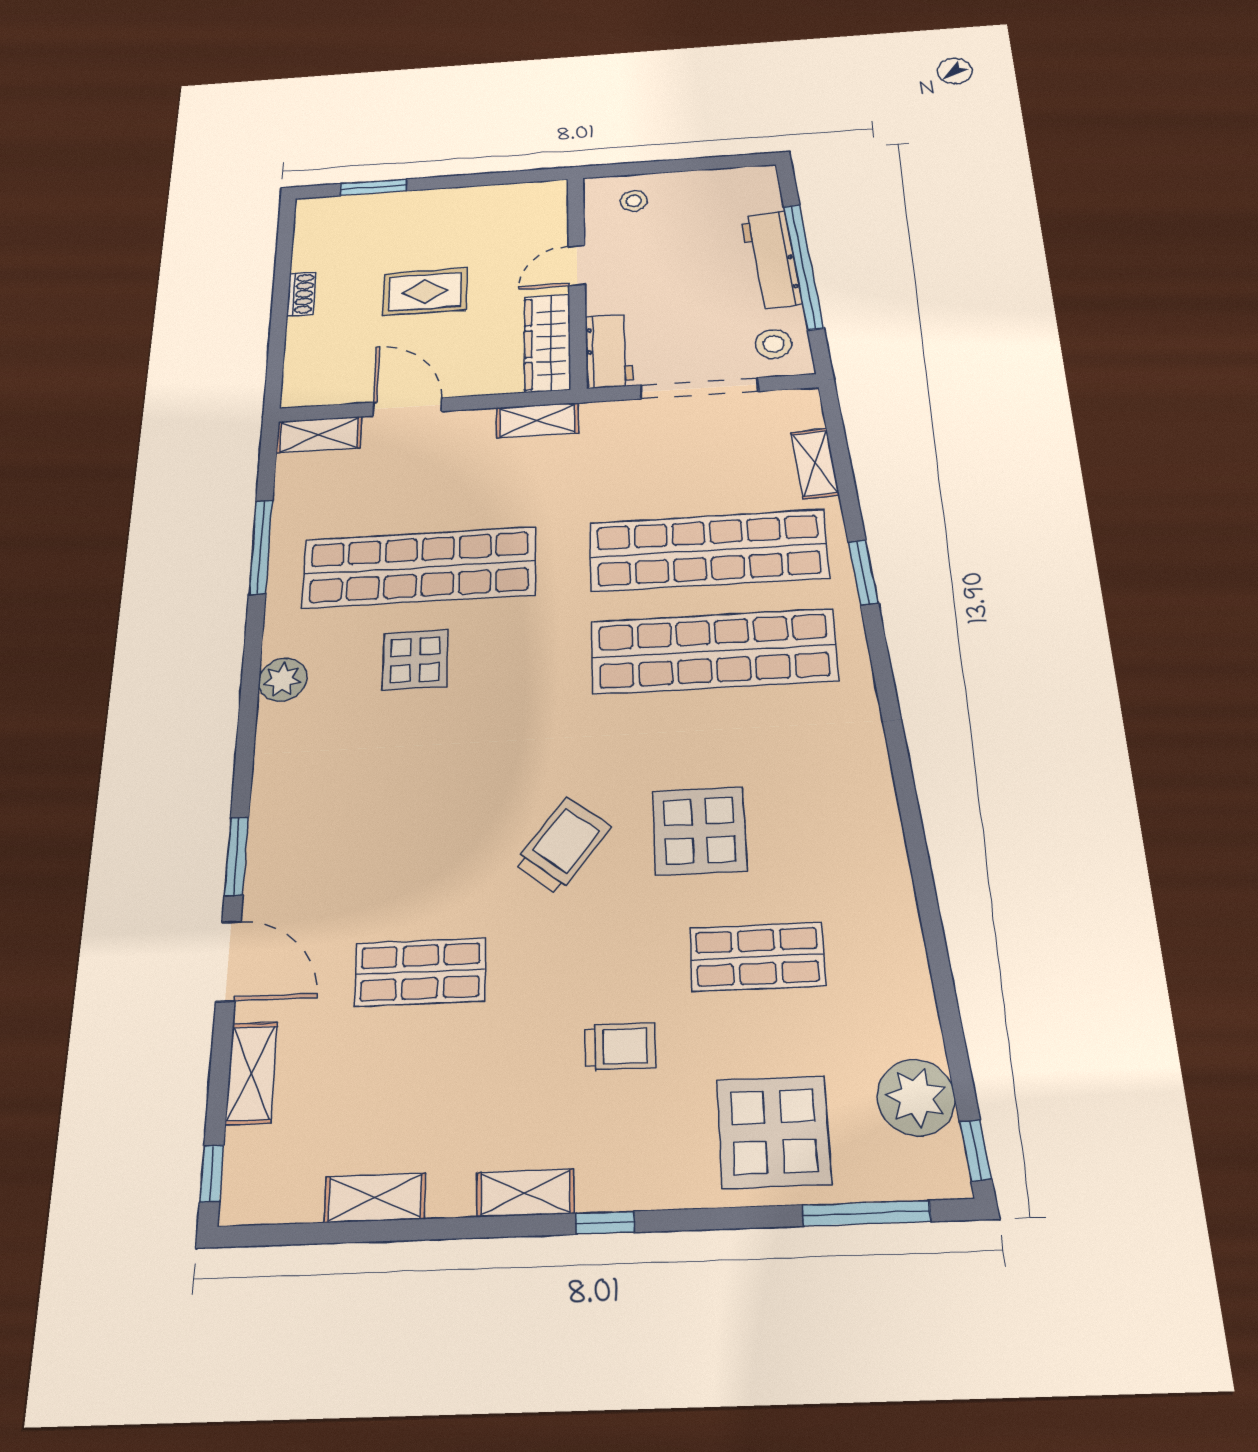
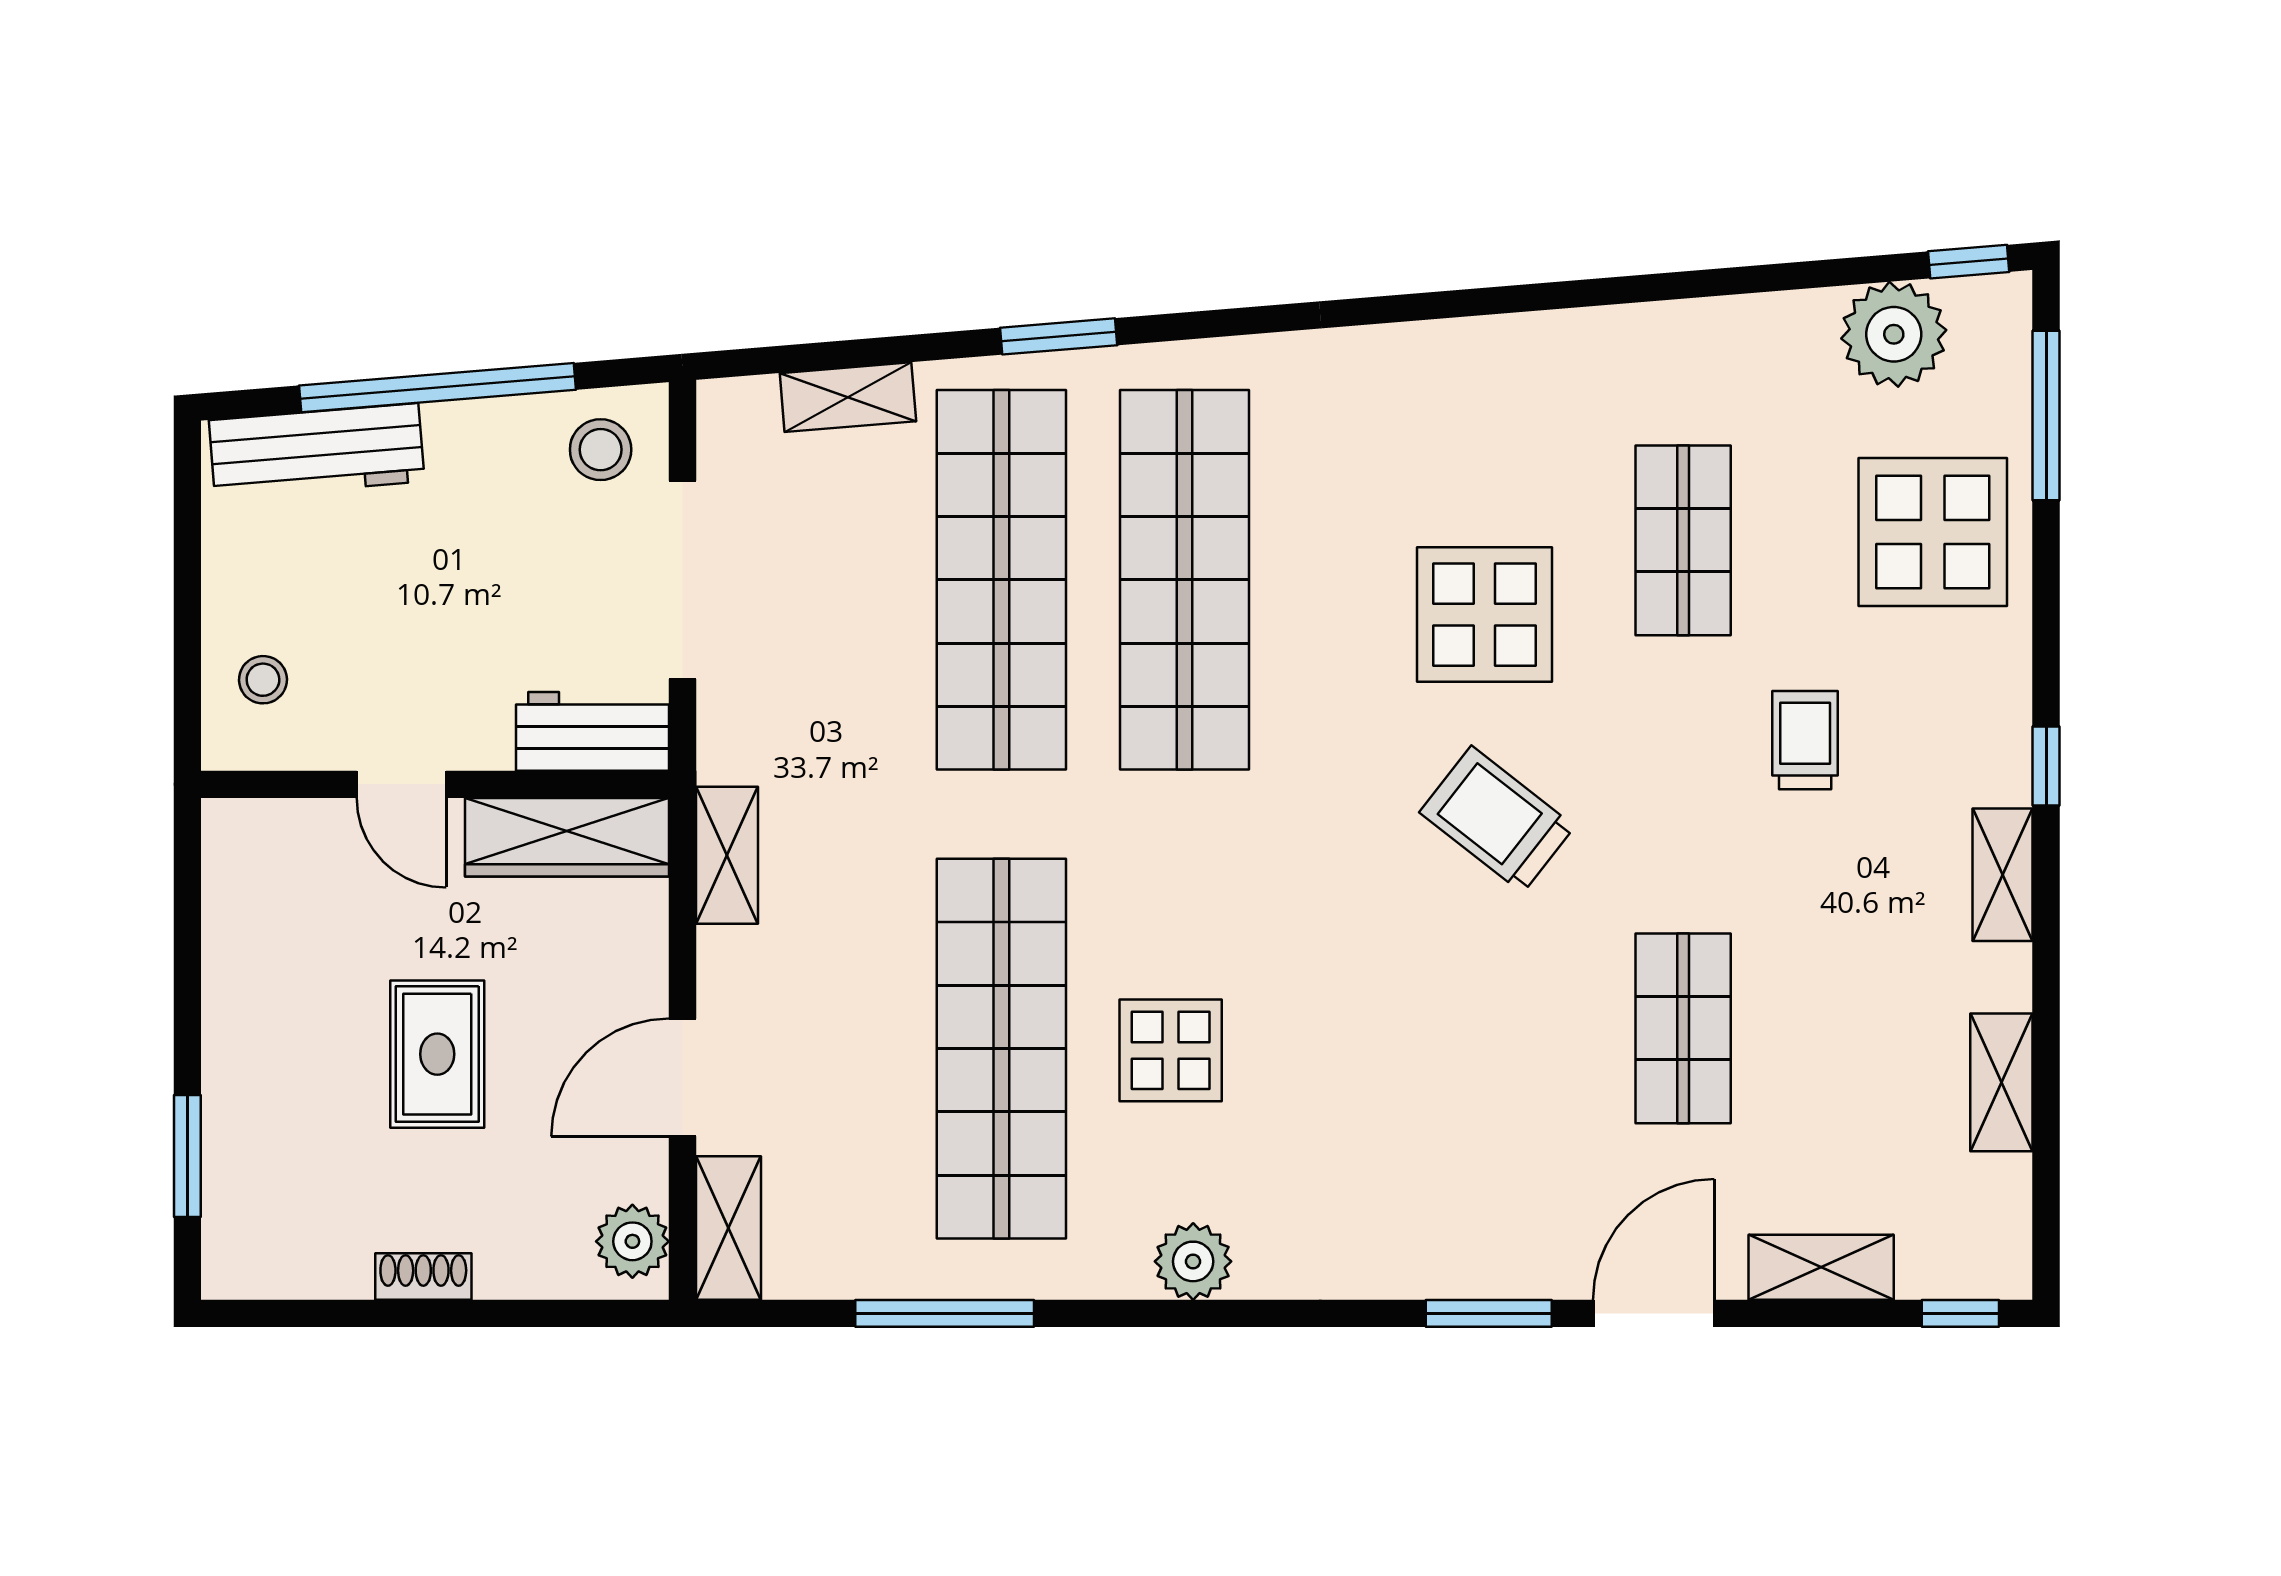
workbench: (771, 260) -> (317, 451), moved
plant: (314, 389) -> (632, 1241), added

